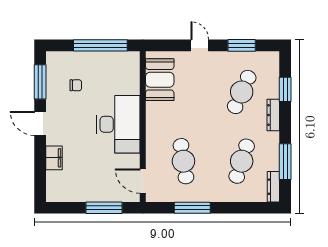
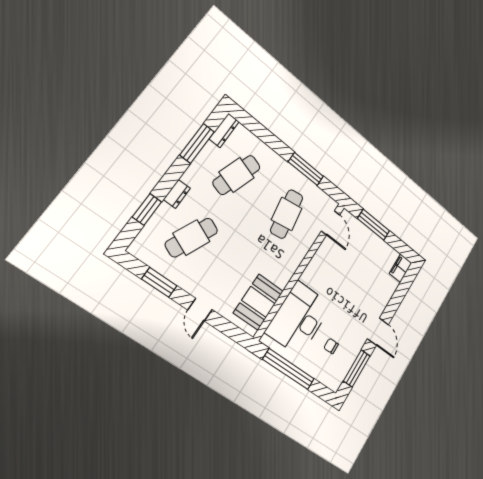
dresser: (273, 115) -> (177, 194), width x0.70
desk: (118, 124) -> (299, 318), moved
filing cabinet: (54, 158) -> (401, 268), moved

